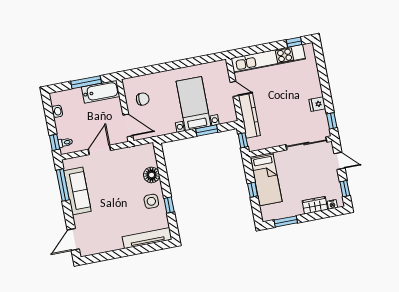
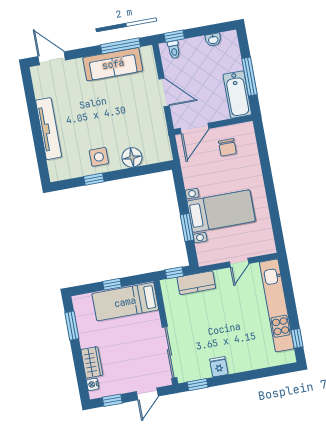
kitchen counter: (249, 116) -> (196, 283), width x0.67
tv unit: (147, 238) -> (49, 129), moved

